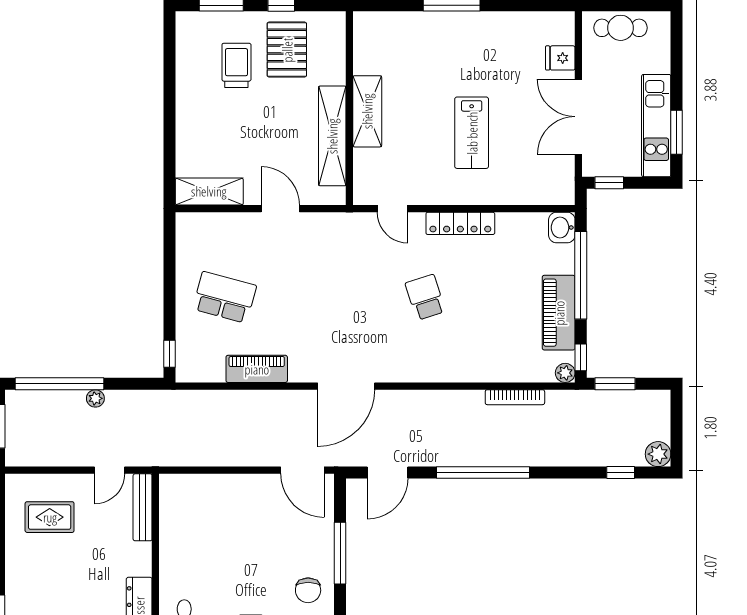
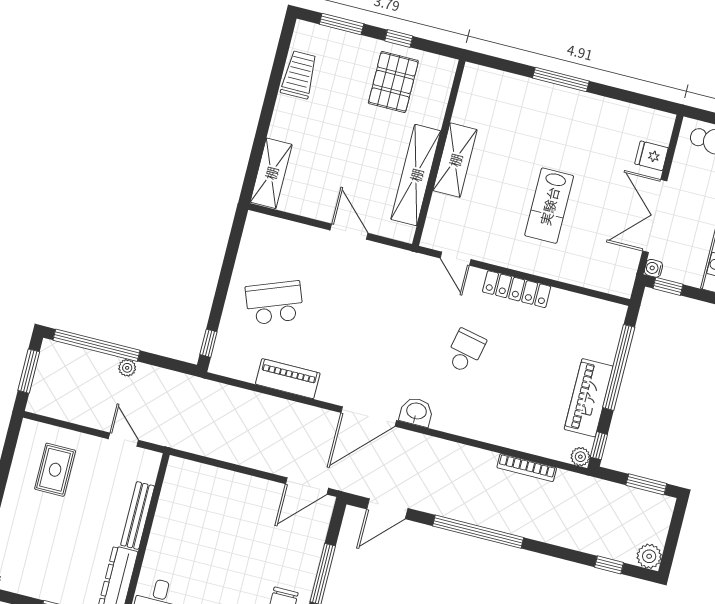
trolley: (236, 65) -> (299, 75), moved
water cooler: (590, 169) -> (654, 268), added
shelving: (209, 191) -> (271, 173), moved, turned 90
washbasin: (562, 228) -> (416, 412), moved, turned 90
school desk: (225, 297) -> (274, 303), turned -36
school desk: (425, 297) -> (465, 351), turned 30
window: (615, 384) -> (646, 484), moved
door: (109, 470) -> (123, 440), swing flipped
door: (302, 470) -> (307, 486), hinge flipped
bench: (143, 507) -> (138, 516), moved
rug: (50, 517) -> (55, 470), turned 90

